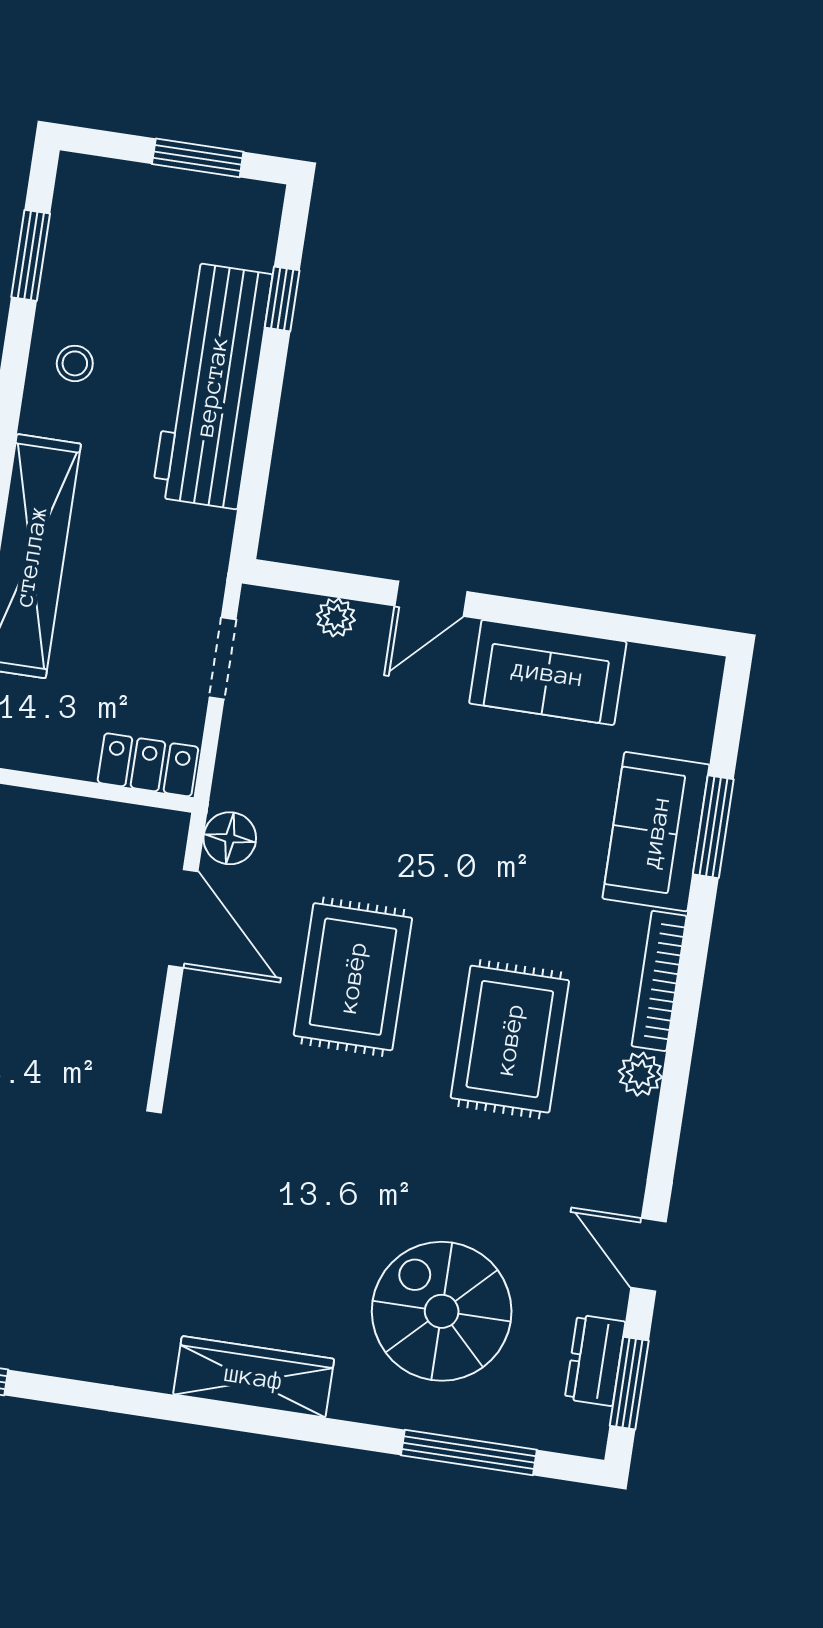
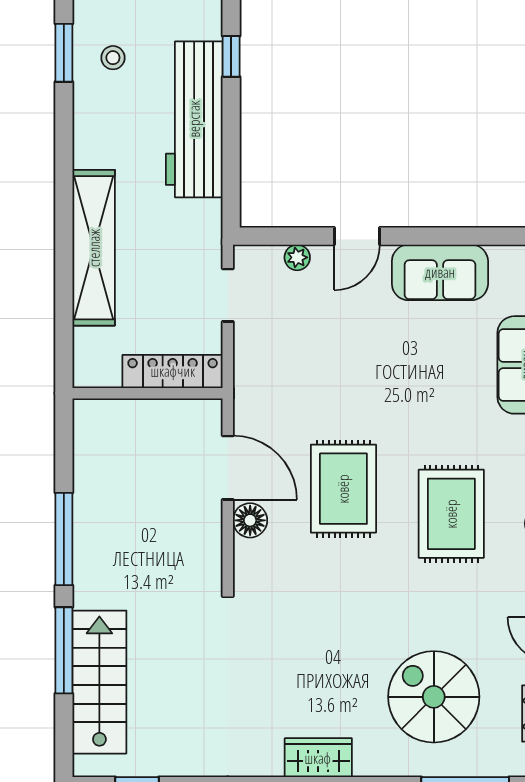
stool: (75, 363) -> (113, 58), moved
locker: (148, 765) -> (173, 371), width x1.53
floor lamp: (230, 838) -> (250, 520), moved
wardrobe: (254, 1377) -> (318, 758), width x0.67

